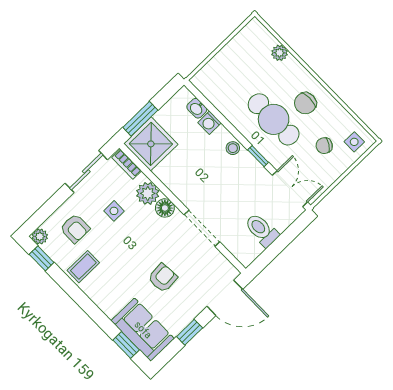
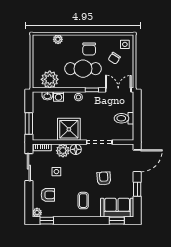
plant: (220, 91) -> (50, 79), added
shower: (151, 144) -> (69, 129), moved
coffee table: (83, 267) -> (83, 201), moved

